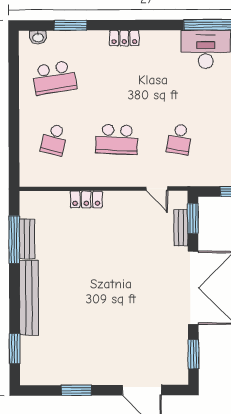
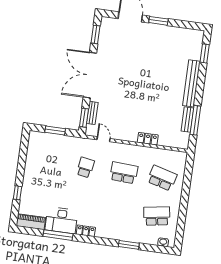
window: (70, 25) -> (129, 245), moved
locker: (124, 38) -> (86, 231), moved
school desk: (54, 140) -> (162, 178), width x1.85
window: (76, 390) -> (158, 21), moved

